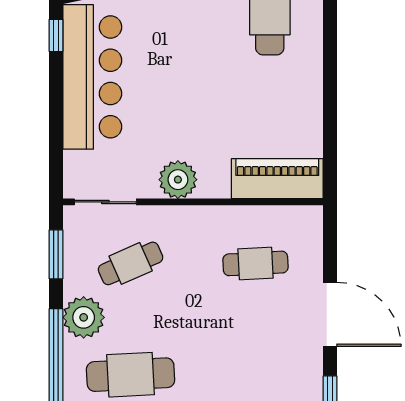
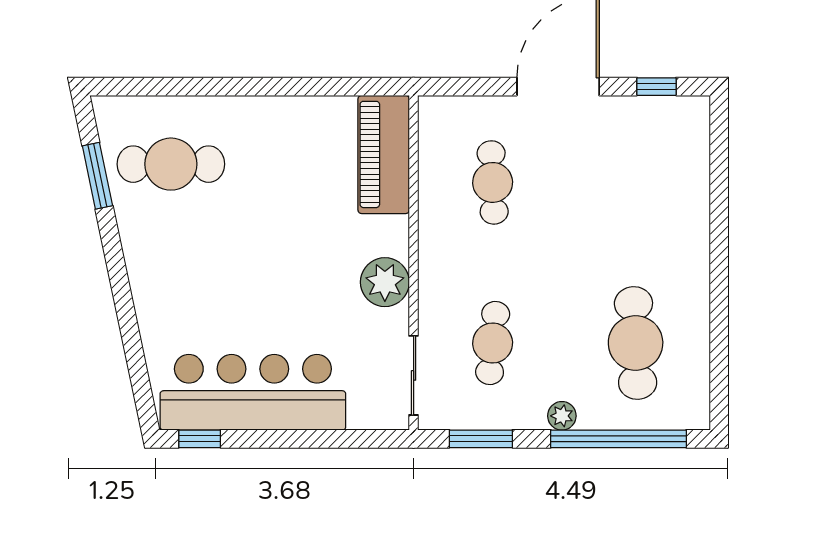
cafe table: (131, 263) -> (493, 343), turned 30
plant: (84, 317) -> (562, 416), width x0.53, depth x0.53

